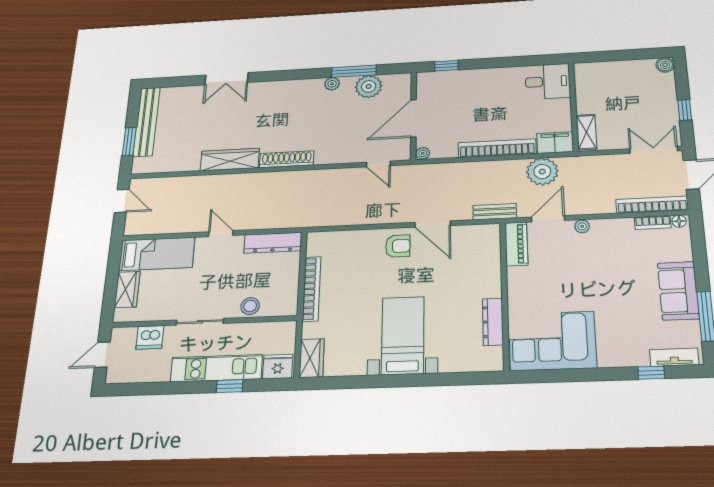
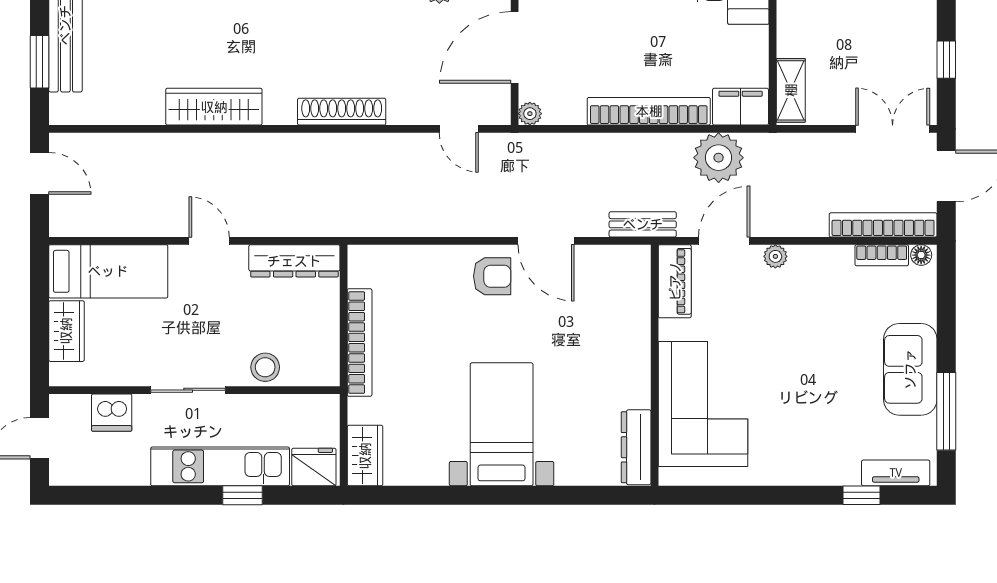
shoe rack: (287, 159) -> (342, 112), moved
dresser: (493, 322) -> (636, 447), moved
corner sofa: (552, 341) -> (703, 404), moved, turned 90

